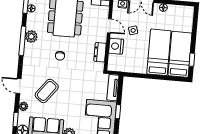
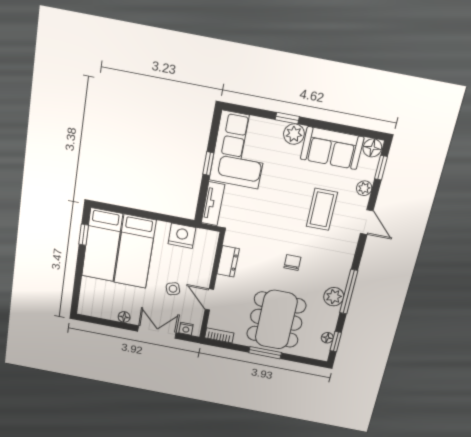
nightstand: (116, 46) -> (182, 236), moved, turned -90
coffee table: (47, 91) -> (322, 209), turned -37

